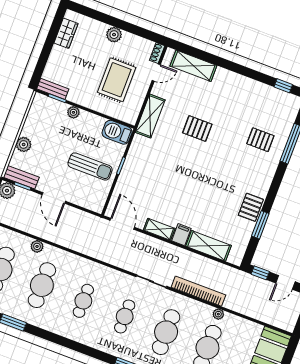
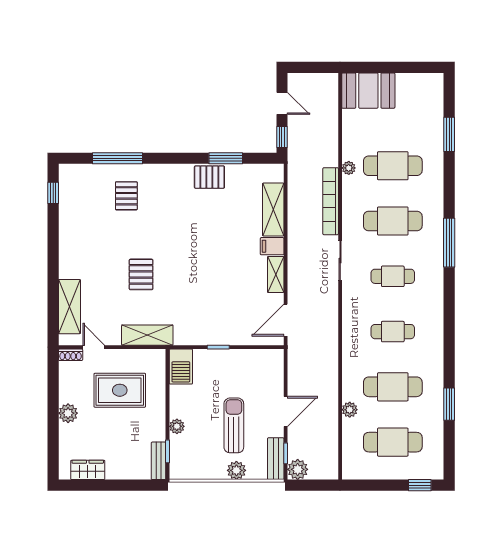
sun lounger: (90, 167) -> (234, 425), moved

